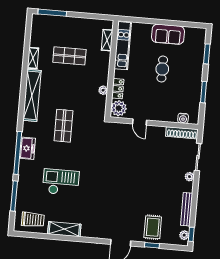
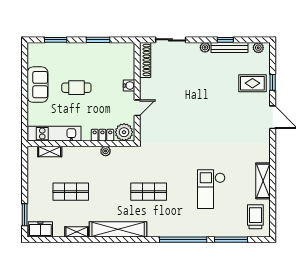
window: (52, 13) -> (25, 215), width x0.69
shop shelf: (69, 56) -> (71, 192), turned 90
water cooler: (183, 118) -> (129, 85), moved
freezer: (27, 148) -> (40, 229), moved
plant: (189, 177) -> (205, 47), moved
window: (191, 234) -> (225, 40), moved

